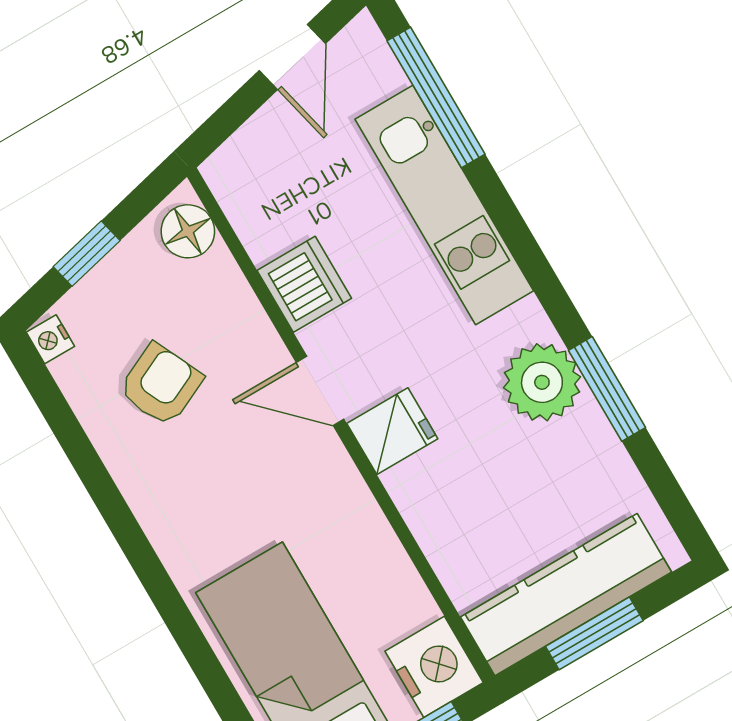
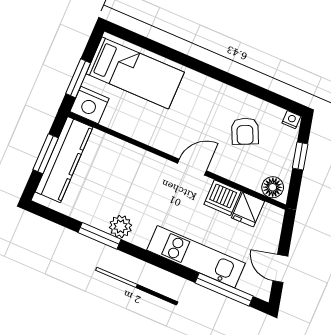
plant: (542, 382) -> (121, 226), width x0.73, depth x0.73
fridge: (392, 431) -> (248, 209), moved

